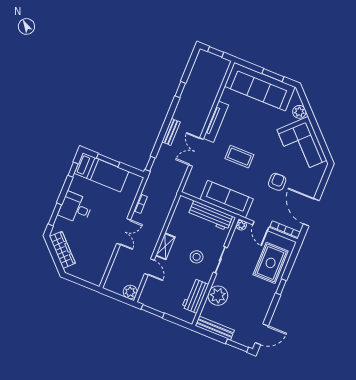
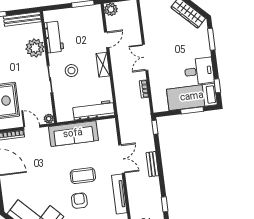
armchair: (277, 182) -> (79, 201), moved, turned 180
desk: (76, 208) -> (199, 71), moved
workbench: (210, 216) -> (94, 110), moved
door: (149, 267) -> (107, 40), swing flipped

